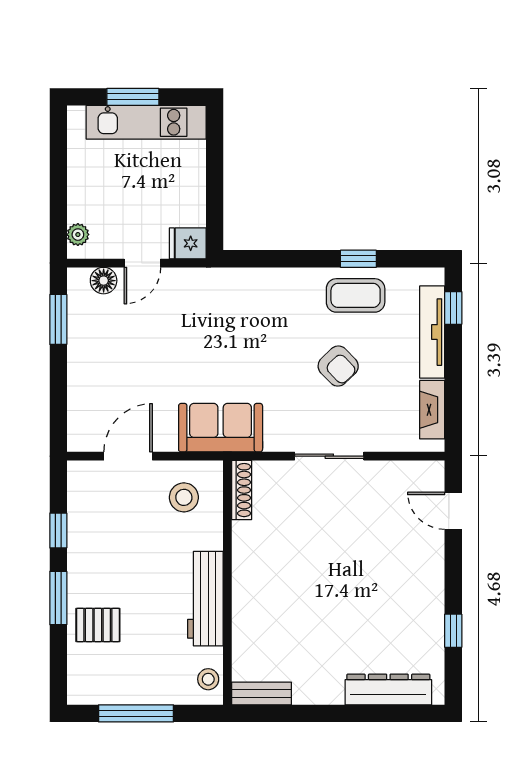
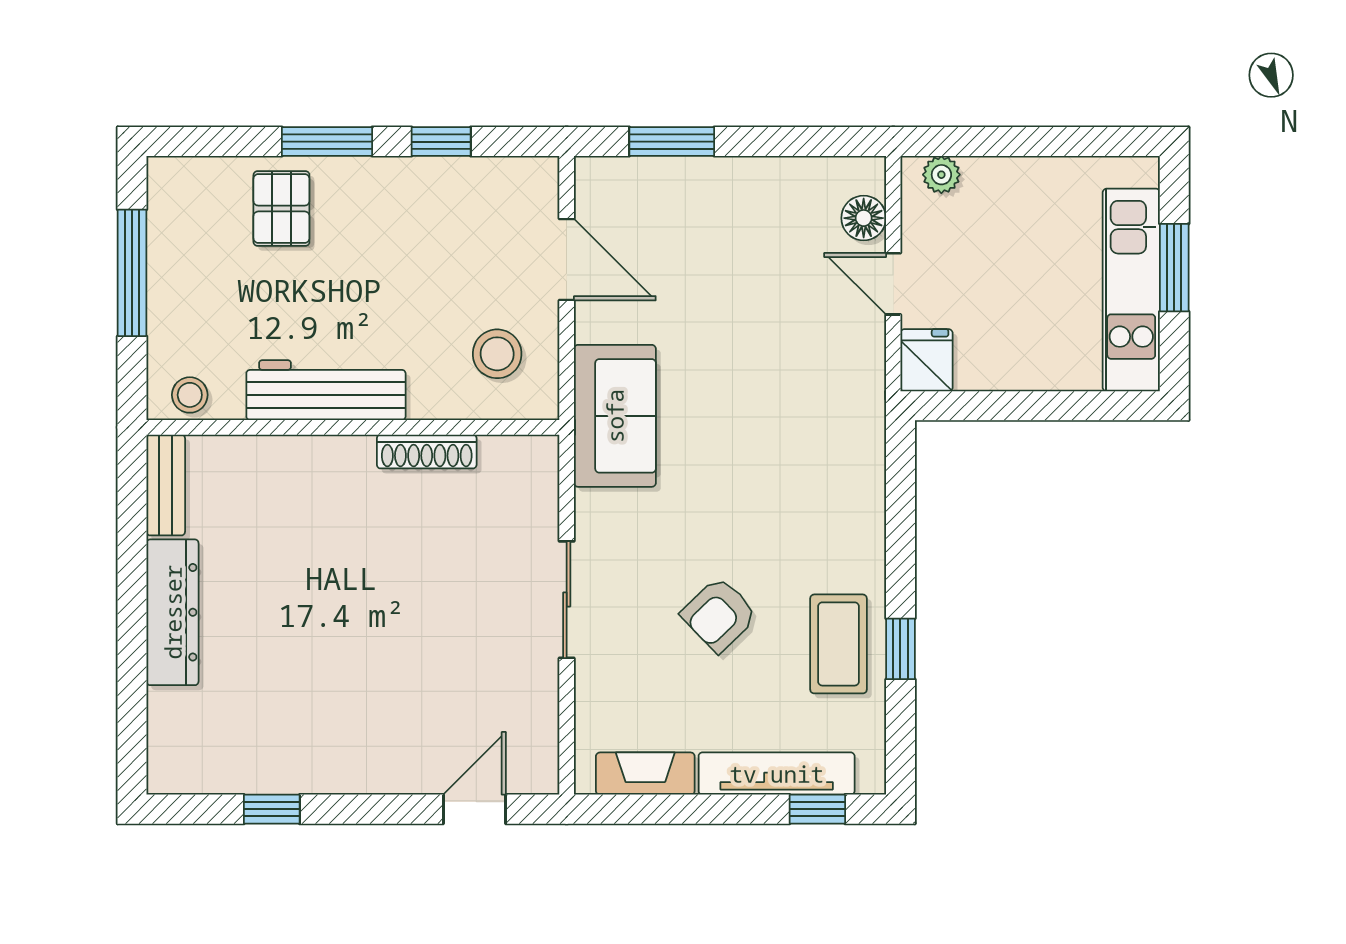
window: (58, 319) -> (672, 142), moved
shoe rack: (242, 490) -> (427, 451), moved
dresser: (388, 689) -> (173, 612), moved

